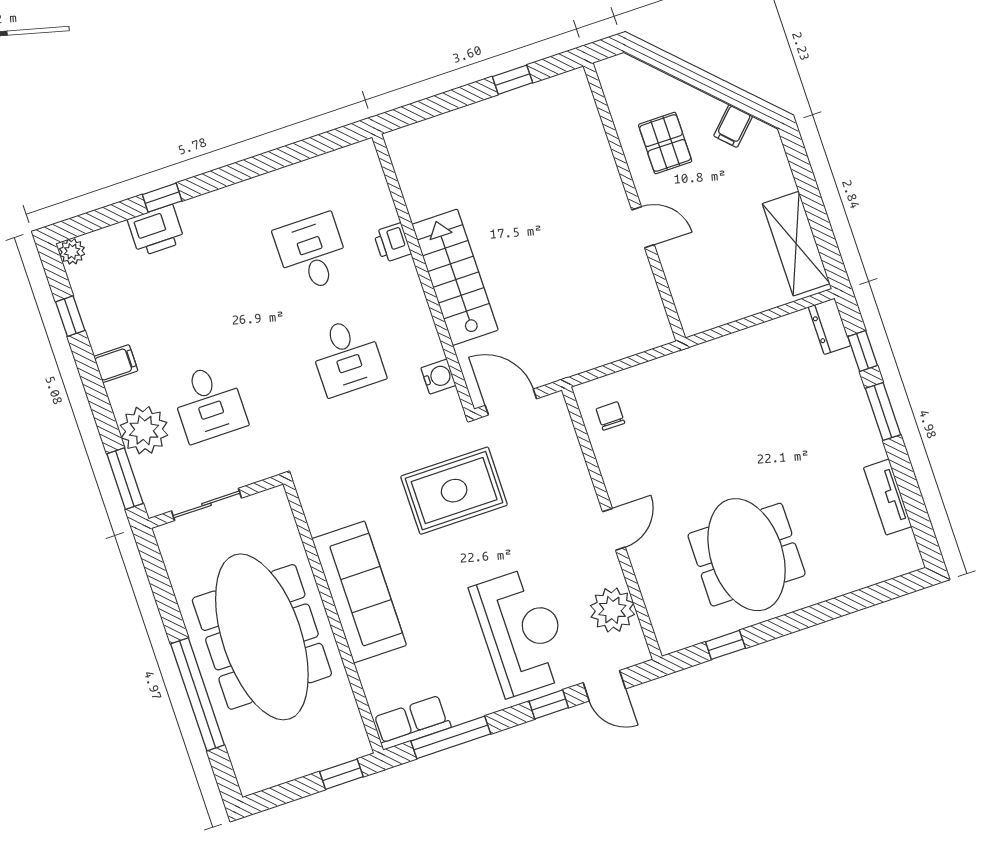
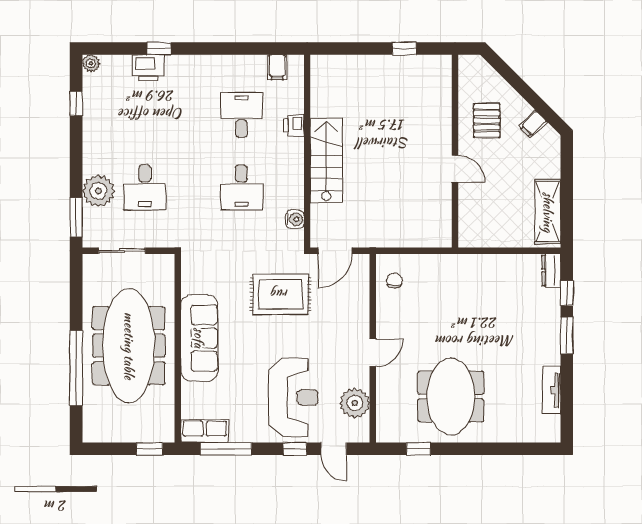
filing cabinet: (116, 364) -> (277, 67), moved, turned 90
door: (511, 402) -> (335, 251), swing flipped

